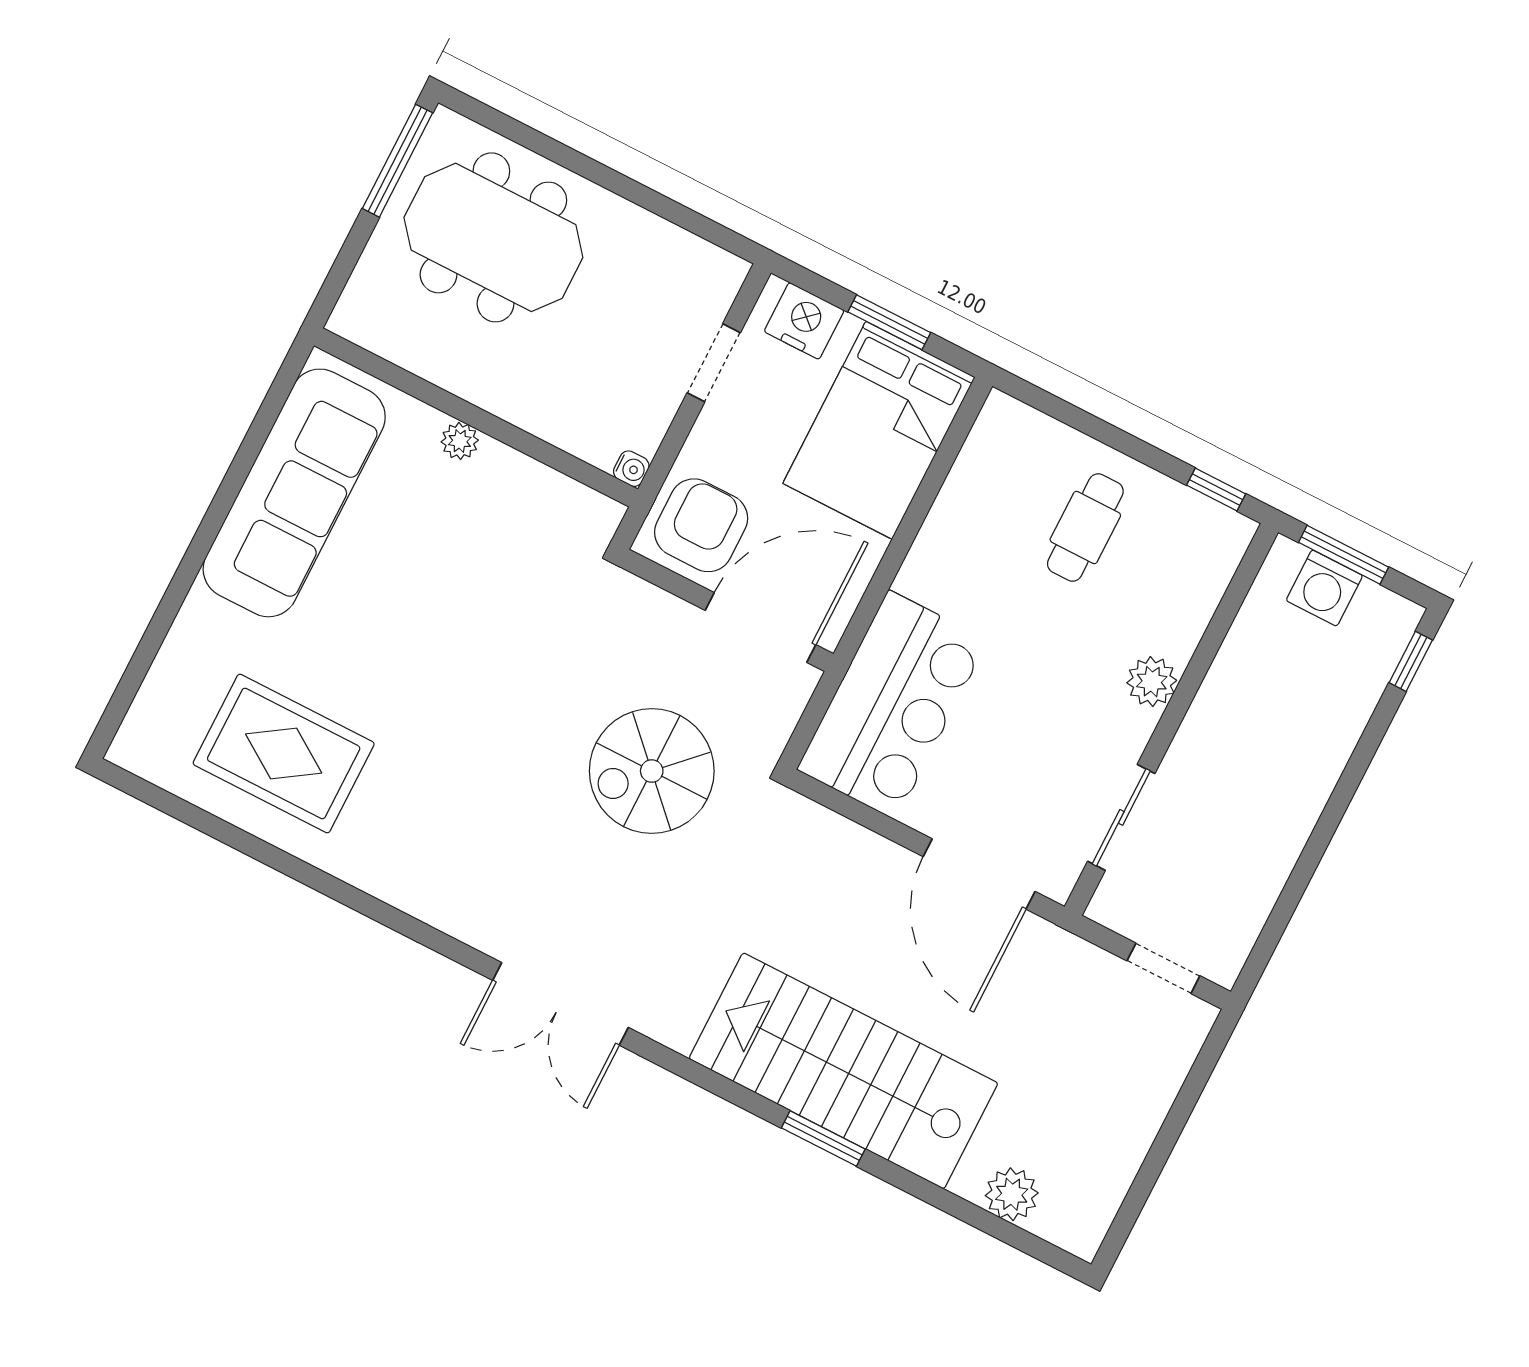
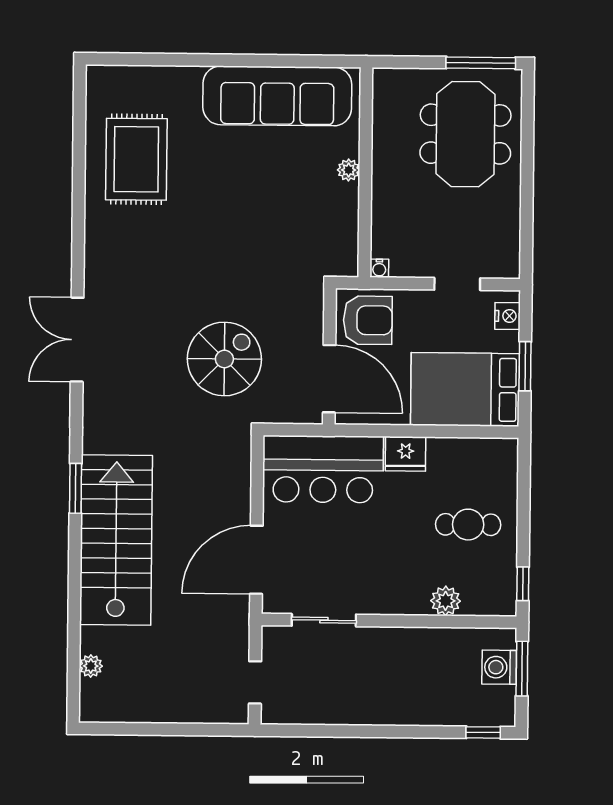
nightstand: (804, 321) -> (507, 316), width x0.74, depth x0.75
fridge: (931, 569) -> (406, 454), added
plant: (1152, 682) -> (446, 601), moved
spiral stairs: (652, 771) -> (224, 359), turned 90
double door: (560, 1004) -> (77, 340), moved
window: (823, 1138) -> (76, 488), moved
plant: (1012, 1194) -> (91, 666), width x0.73, depth x0.73

